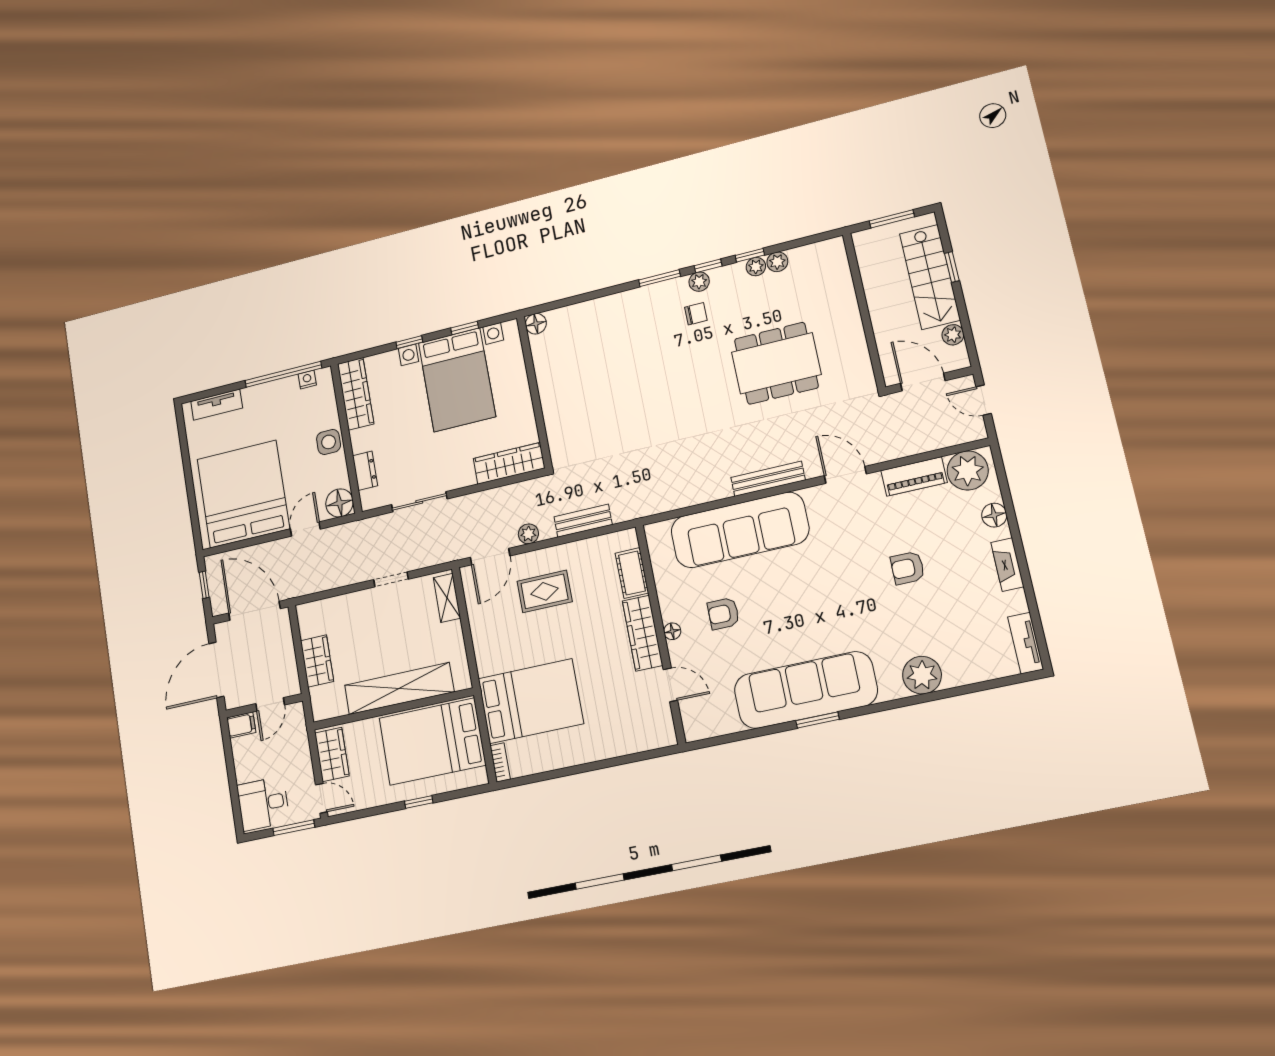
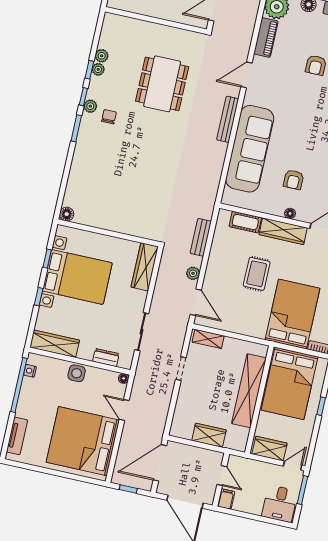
floor lamp: (339, 503) -> (124, 378), width x0.53, depth x0.53
rug: (545, 591) -> (257, 274), moved

